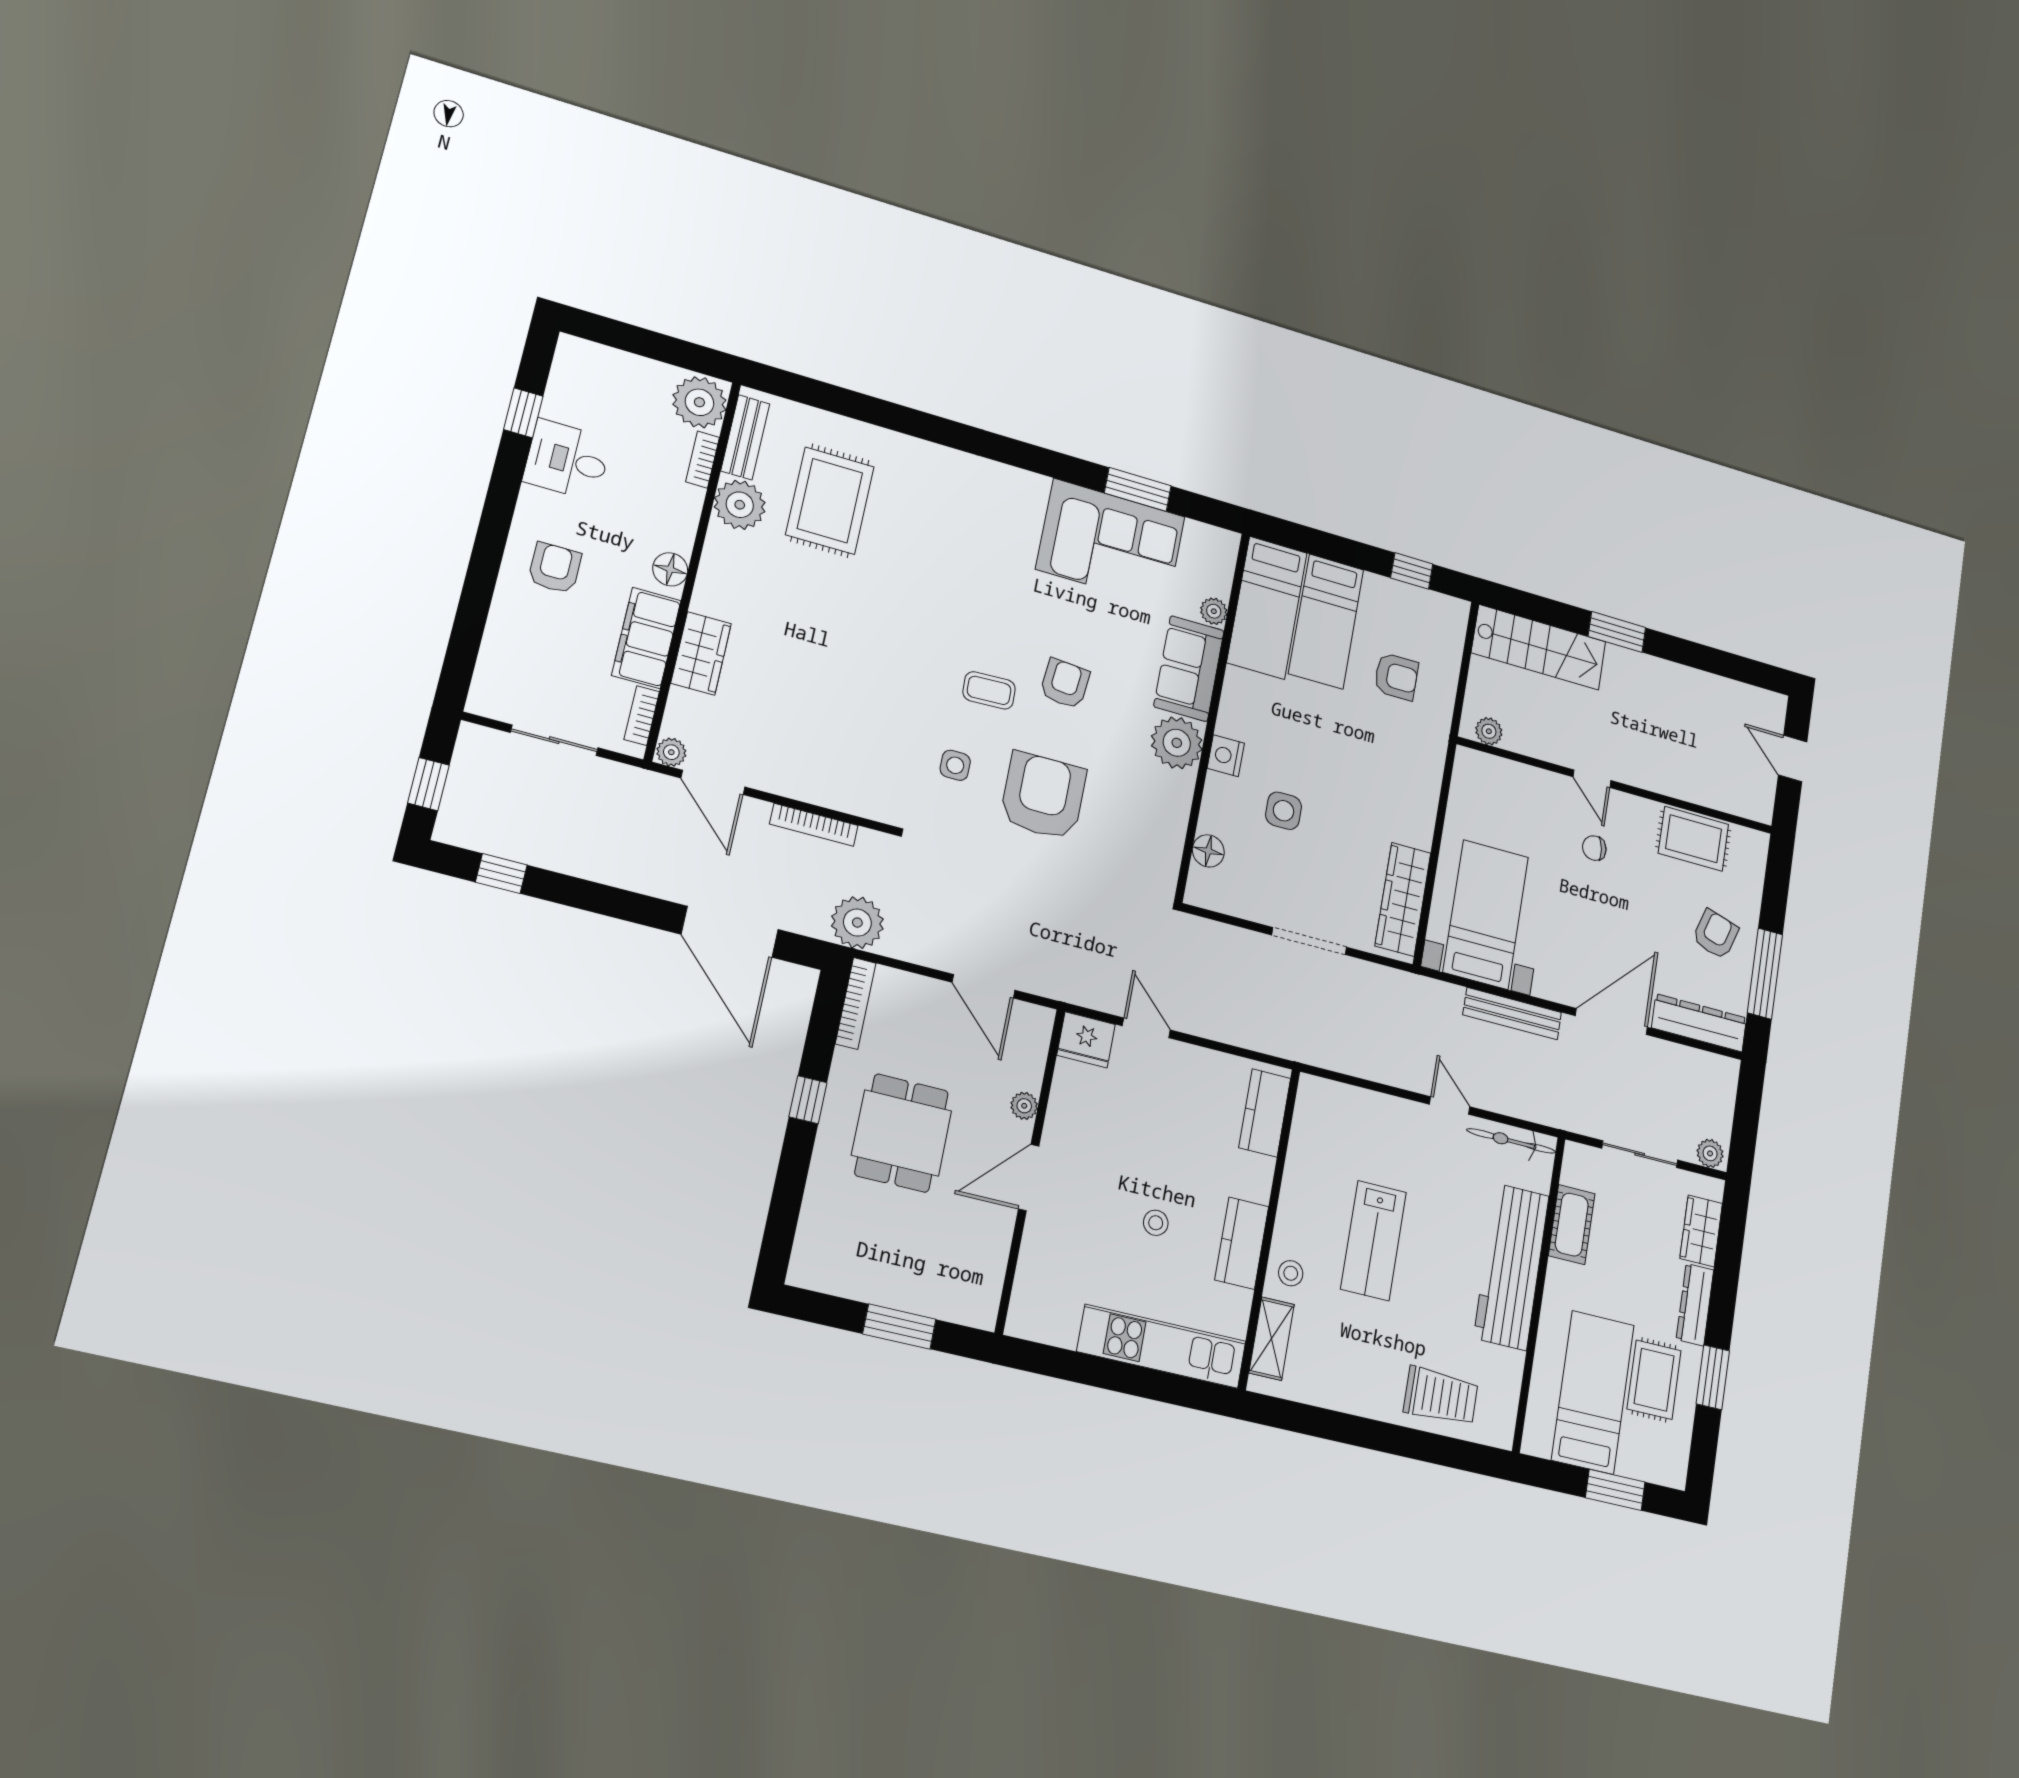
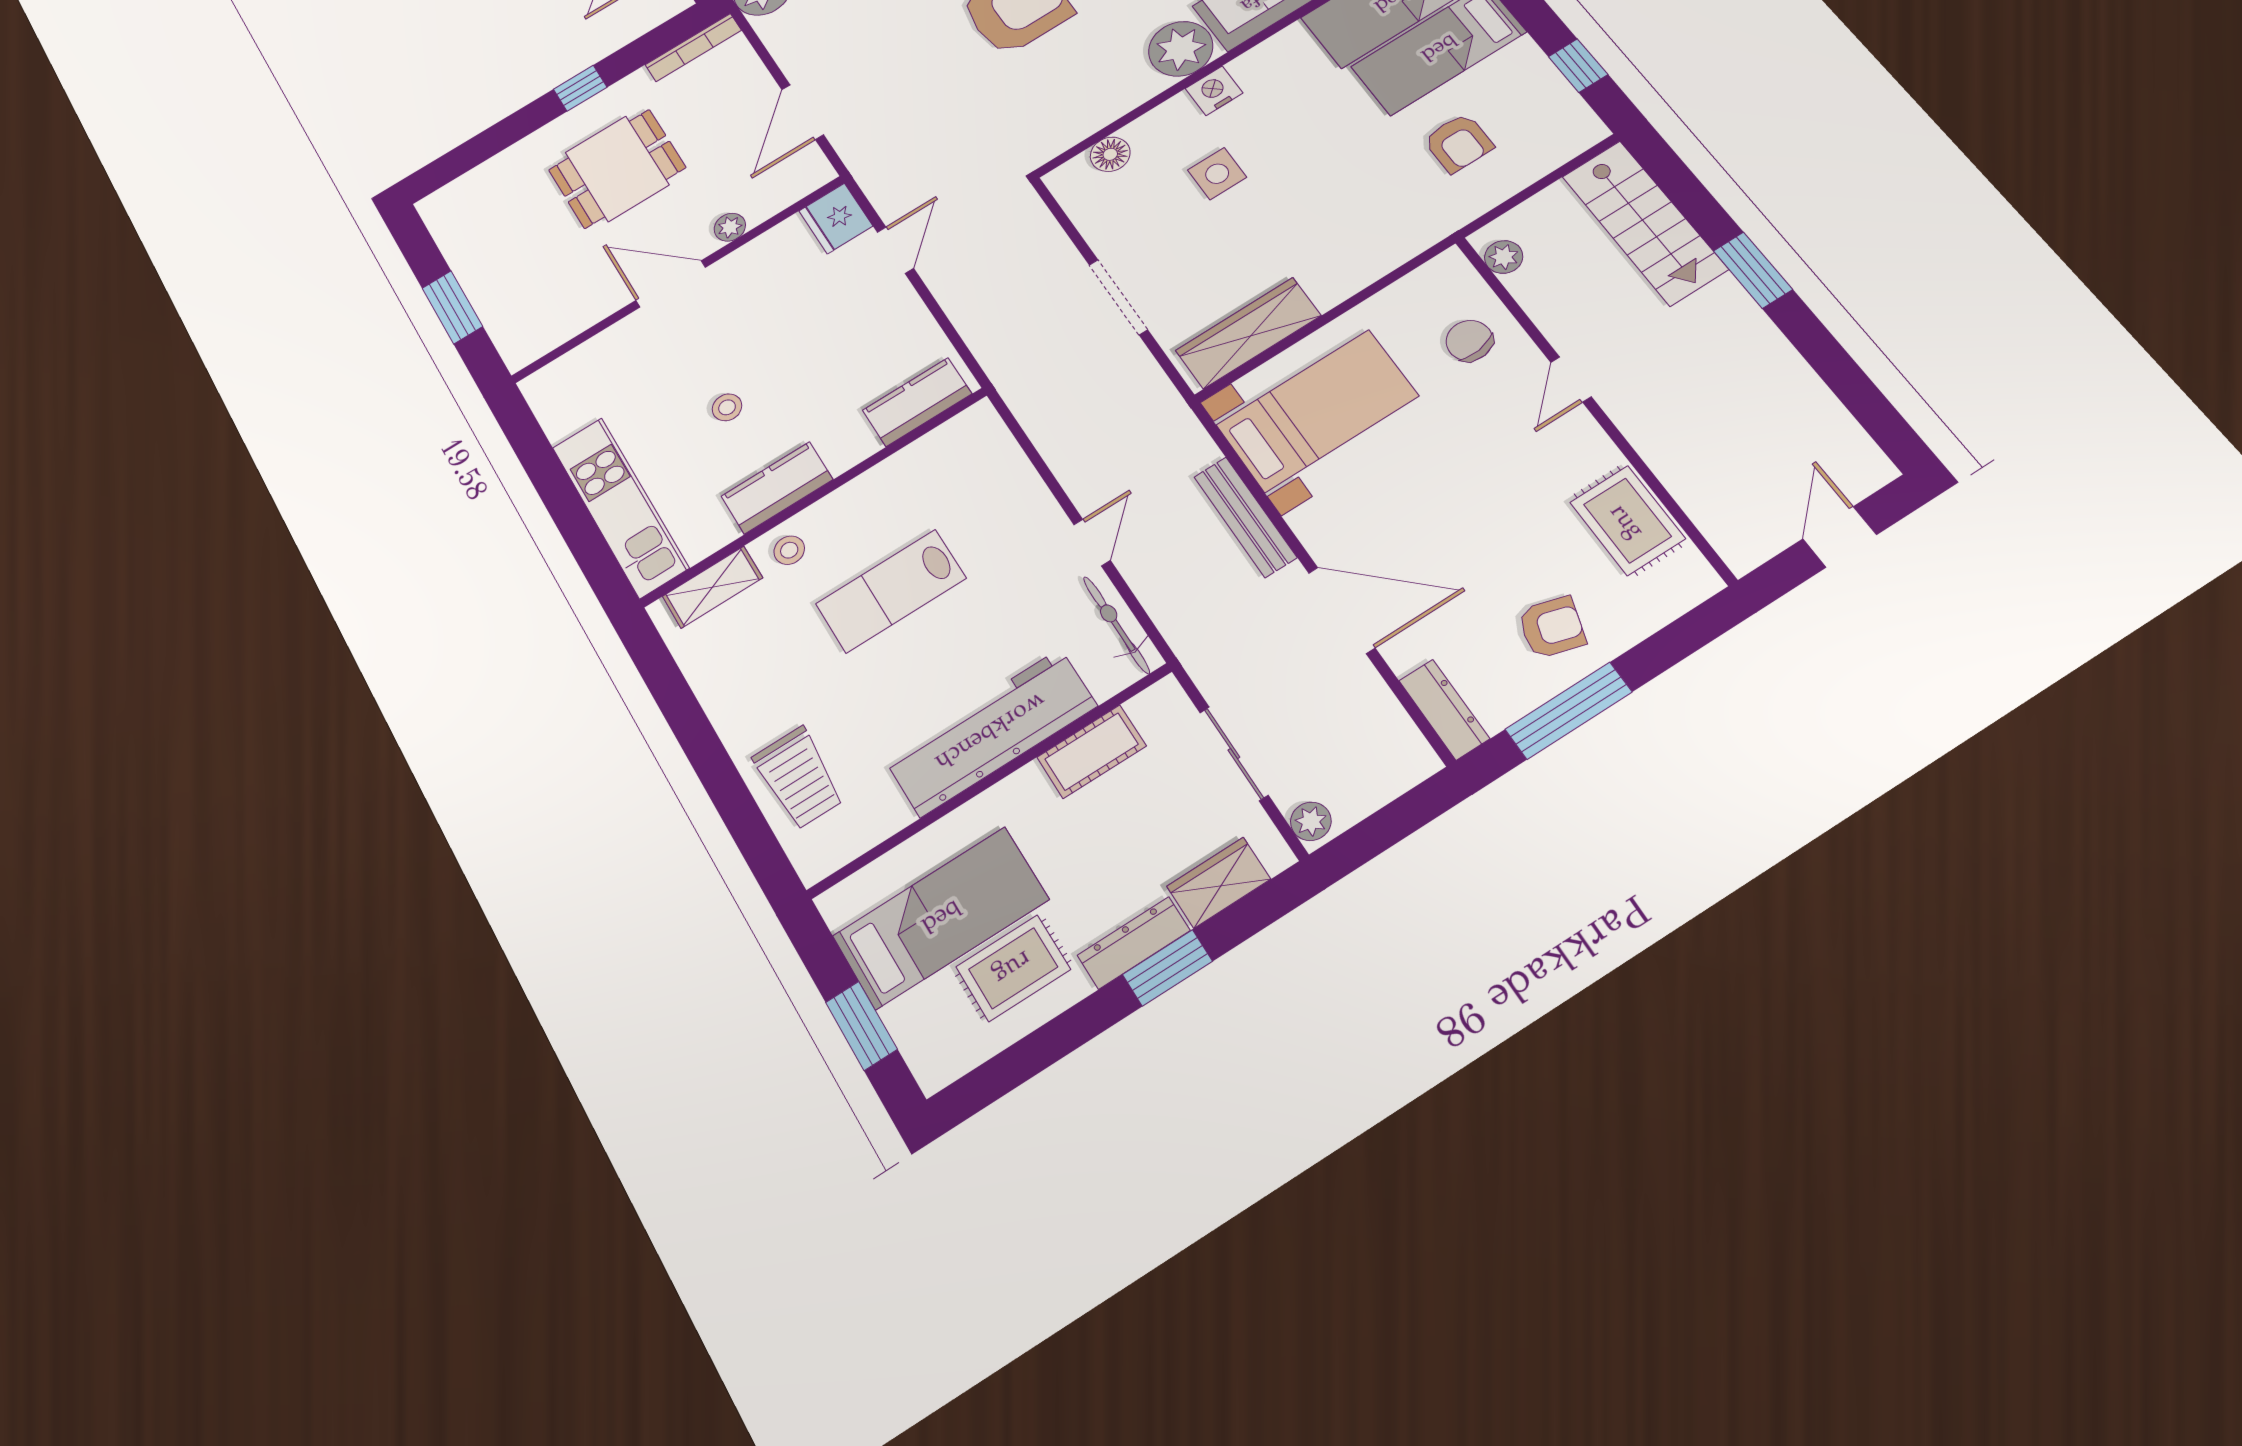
chair: (1594, 848) -> (1469, 341), moved, width x1.37, depth x1.37
dresser: (1699, 1023) -> (1444, 710), width x0.73, depth x0.80
window: (1713, 1377) -> (1167, 968), moved

